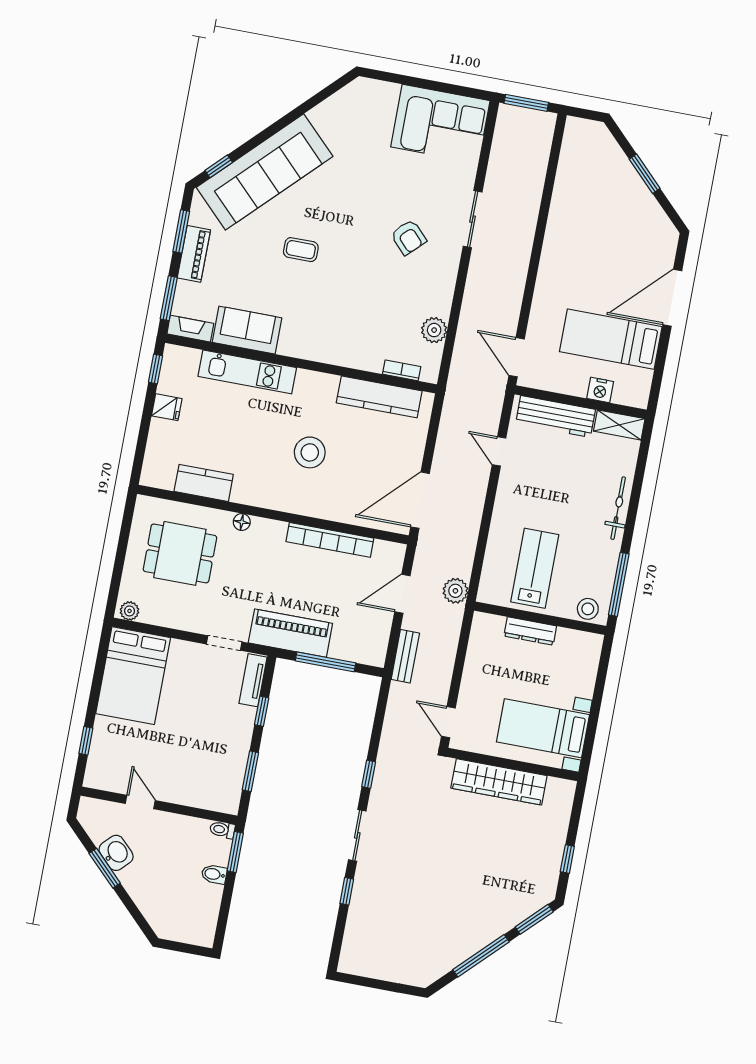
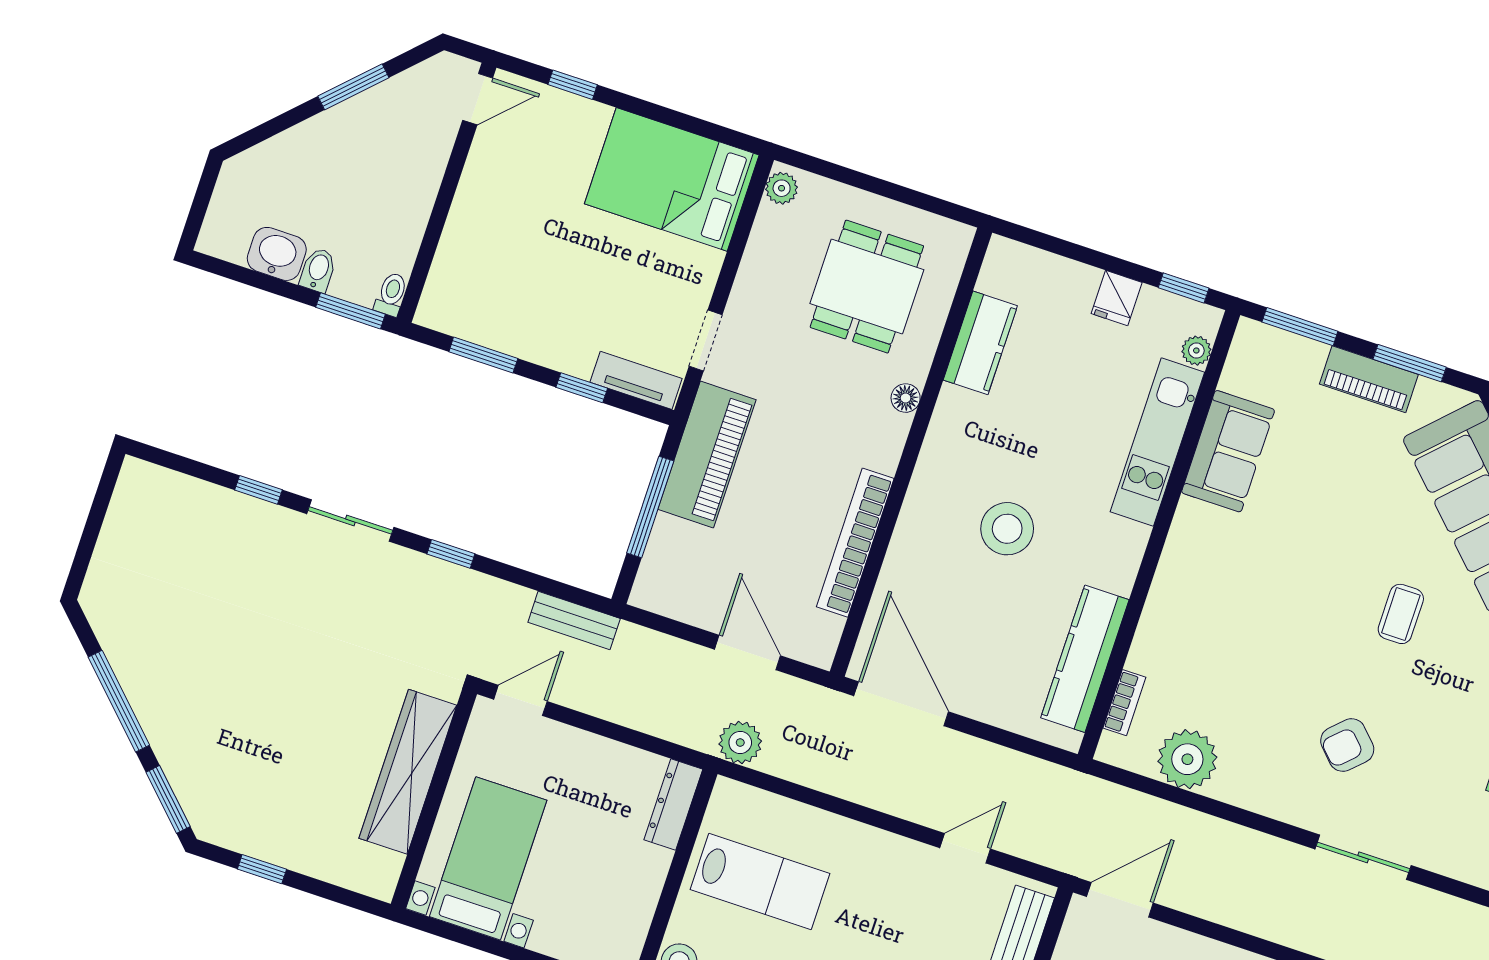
coffee table: (301, 250) -> (1401, 614), moved
fireplace: (190, 329) -> (1244, 356), removed
plant: (434, 330) -> (1187, 759), width x1.36, depth x1.36
plant: (191, 357) -> (1196, 351), added
dresser: (530, 631) -> (673, 805), moved
bench: (405, 656) -> (574, 620), moved
door: (140, 802) -> (478, 99), moved
washbasin: (116, 853) -> (277, 254), moved, turned -135

